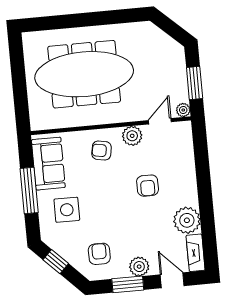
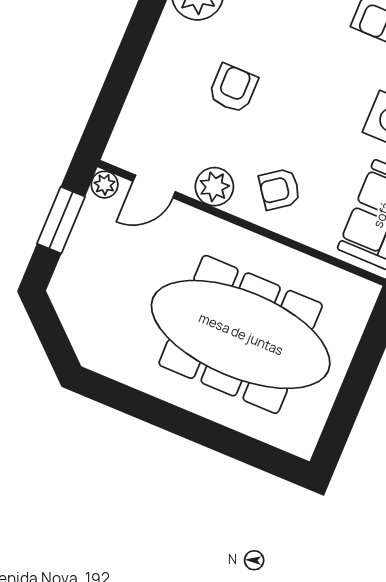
armchair: (102, 151) -> (280, 189), turned 134

